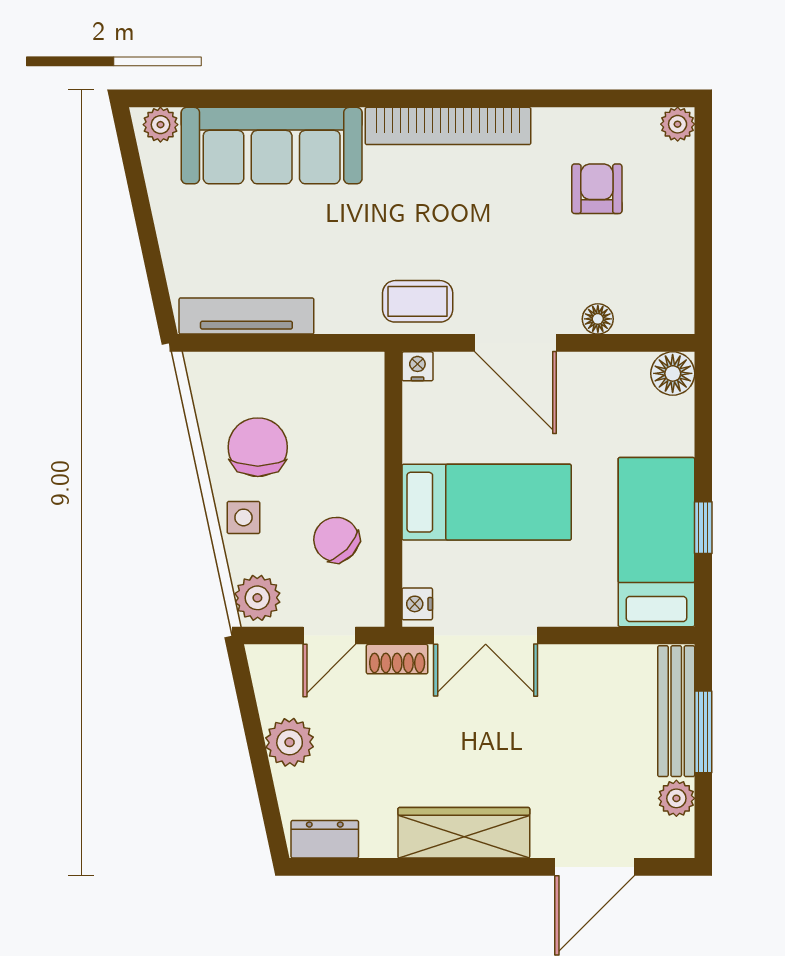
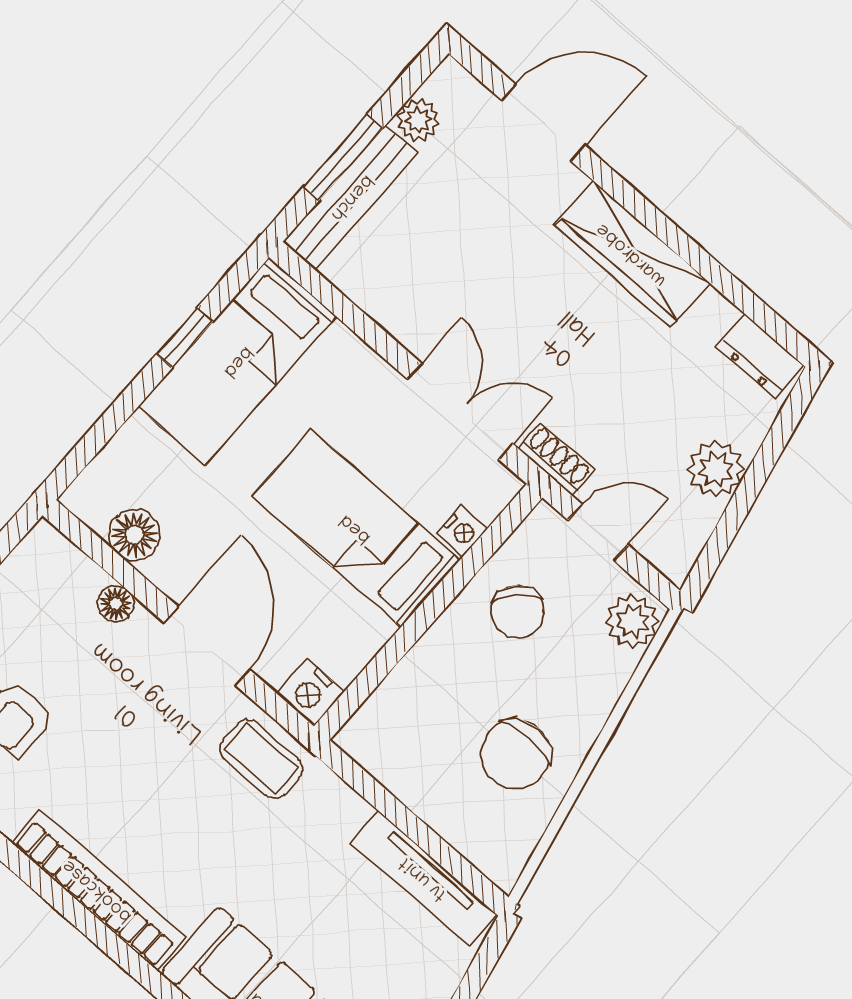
nightstand: (417, 366) -> (310, 692), width x1.39, depth x1.35
floor lamp: (673, 373) -> (134, 535), moved
side table: (243, 517) -> (582, 703), removed
nightstand: (417, 604) -> (462, 531), moved

